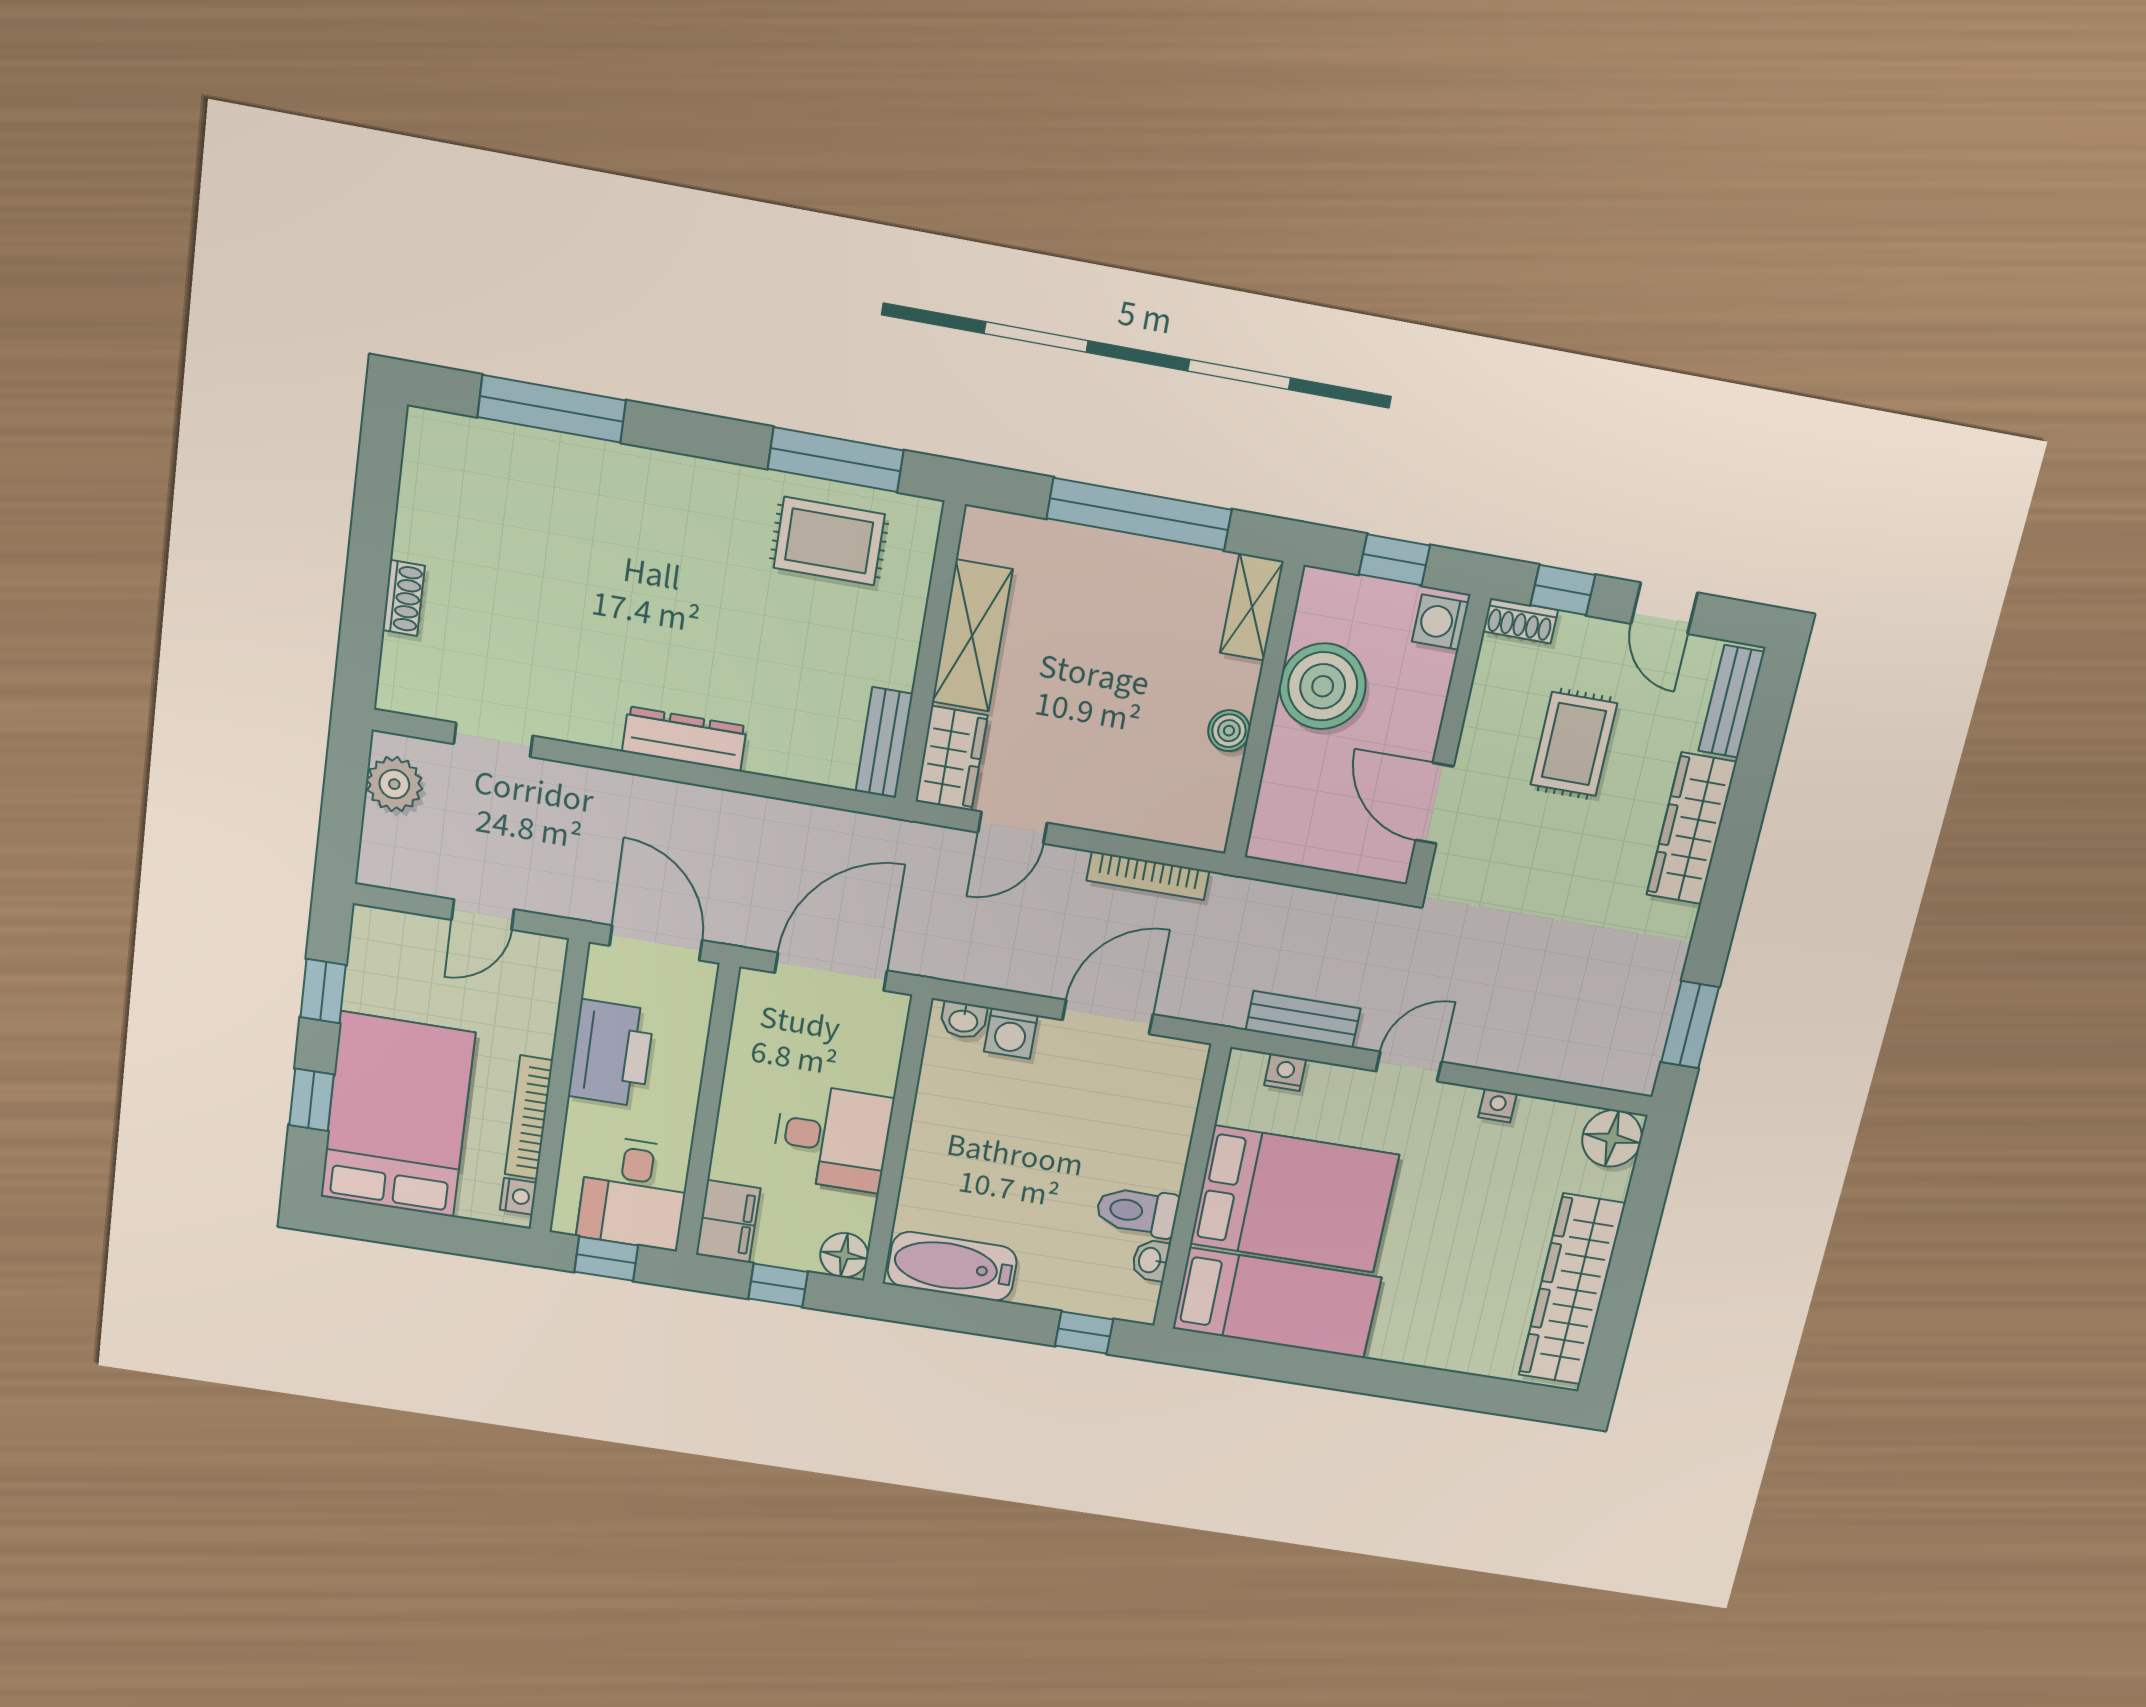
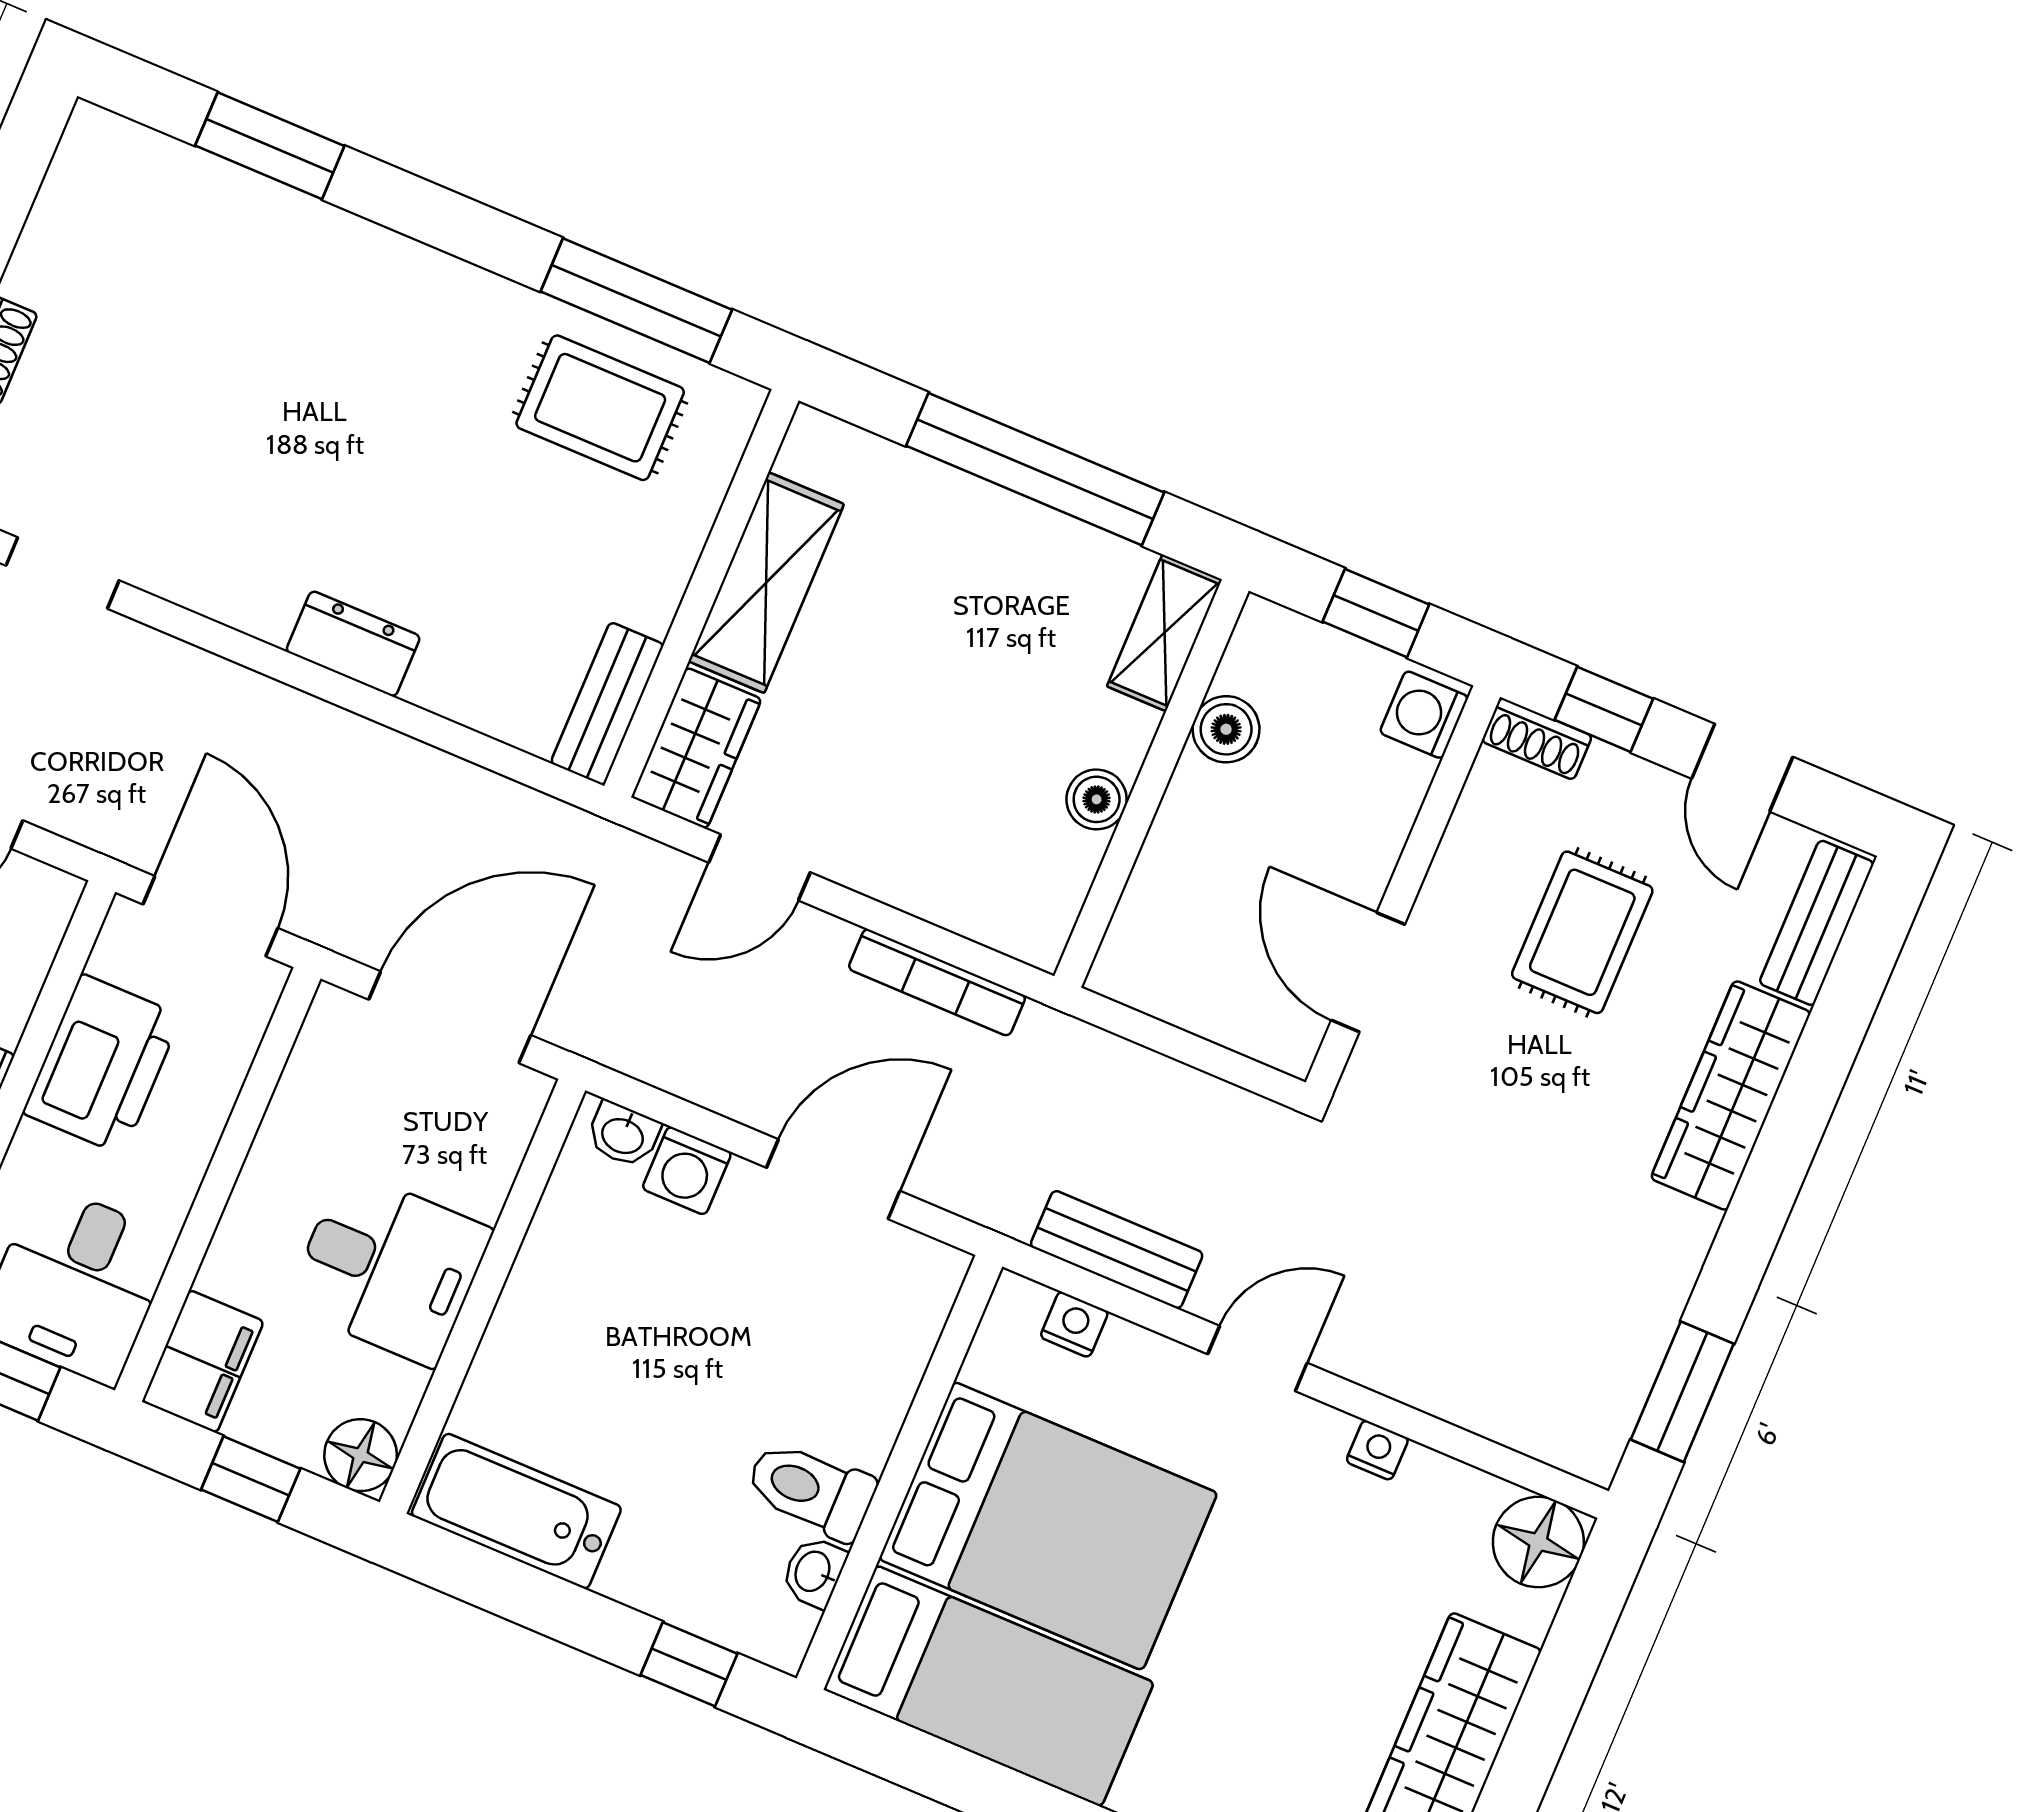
window: (552, 409) -> (270, 146), width x0.69
boiler: (1323, 686) -> (1226, 729), width x0.54, depth x0.54
dresser: (684, 739) -> (353, 644), width x0.70

